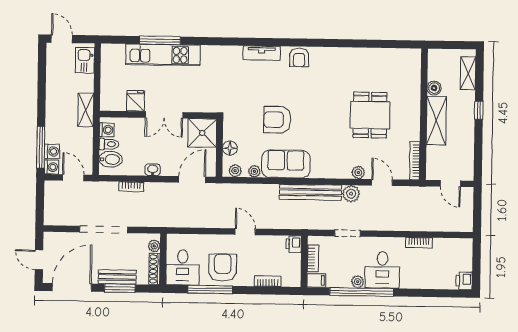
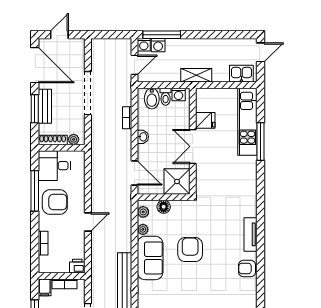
kitchen unit: (163, 55) -> (247, 122), moved

